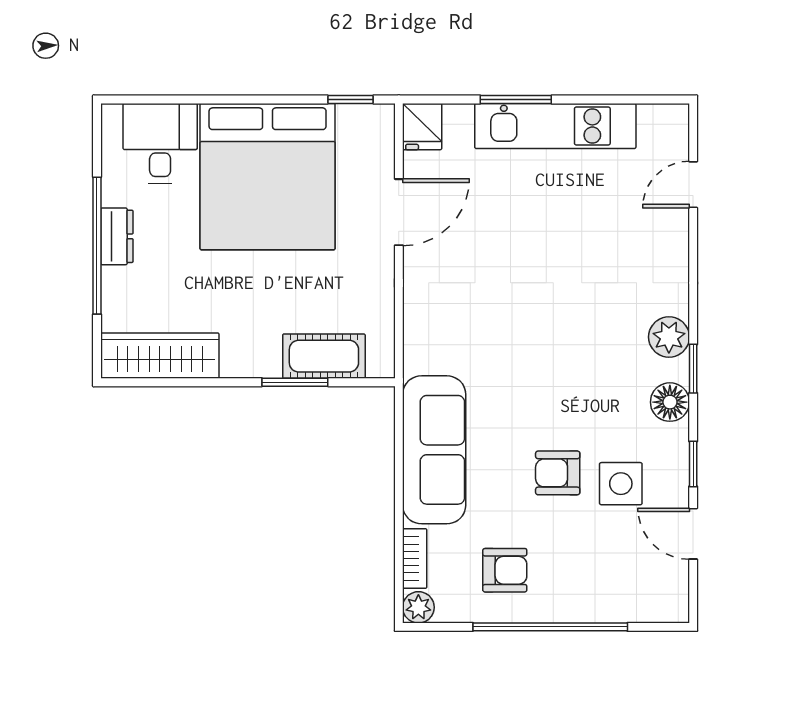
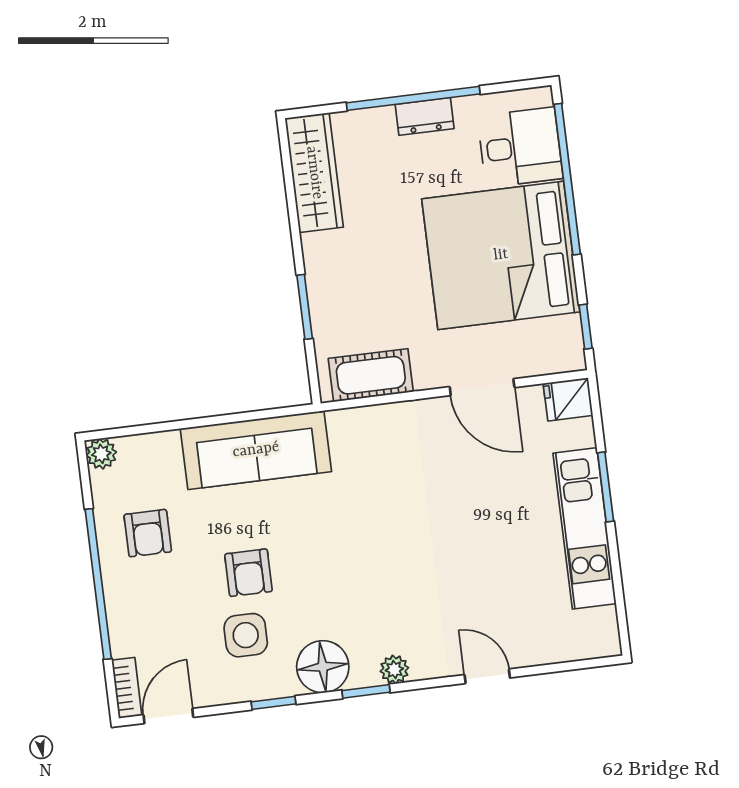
window: (199, 99) -> (567, 179), added
door: (693, 185) -> (487, 676), moved
plant: (669, 337) -> (394, 670), width x0.73, depth x0.73
cot: (324, 356) -> (371, 375), moved, turned 90
floor lamp: (670, 402) -> (323, 667), width x1.38, depth x1.38
armchair: (558, 473) -> (248, 573), turned 180
door: (693, 534) -> (168, 716), moved
bookcase: (415, 559) -> (127, 688), moved, turned -90

